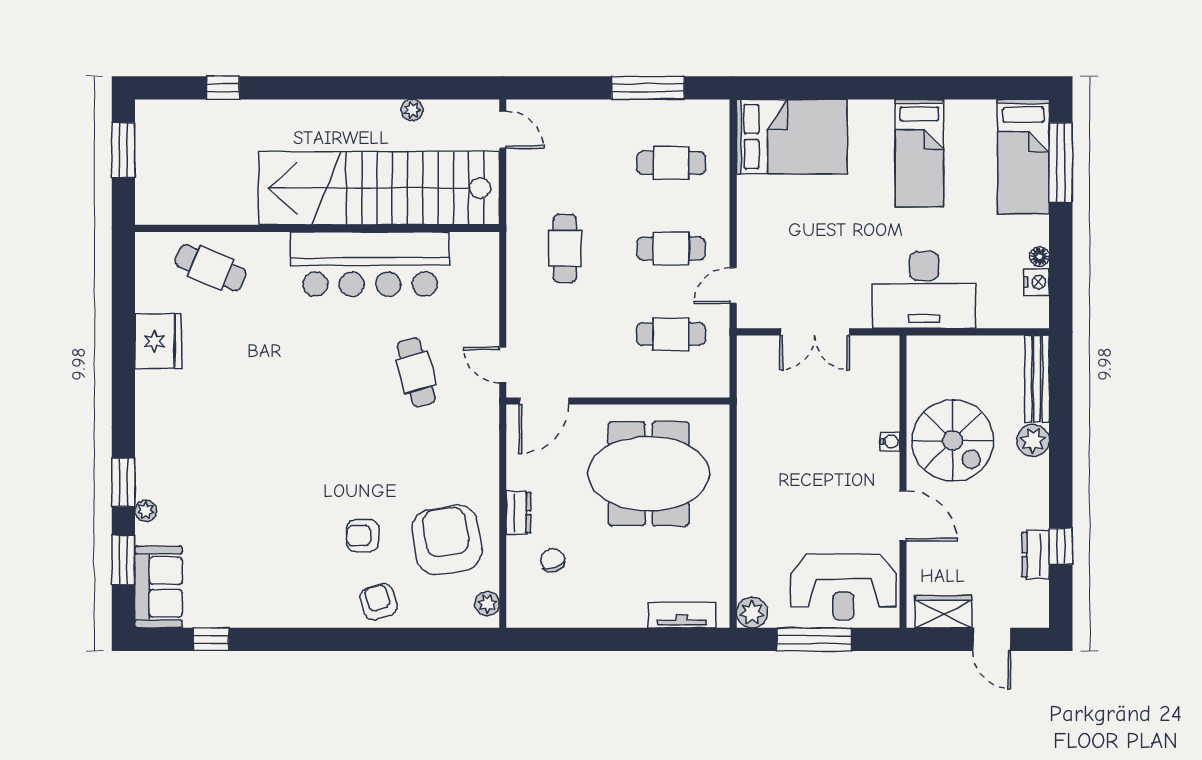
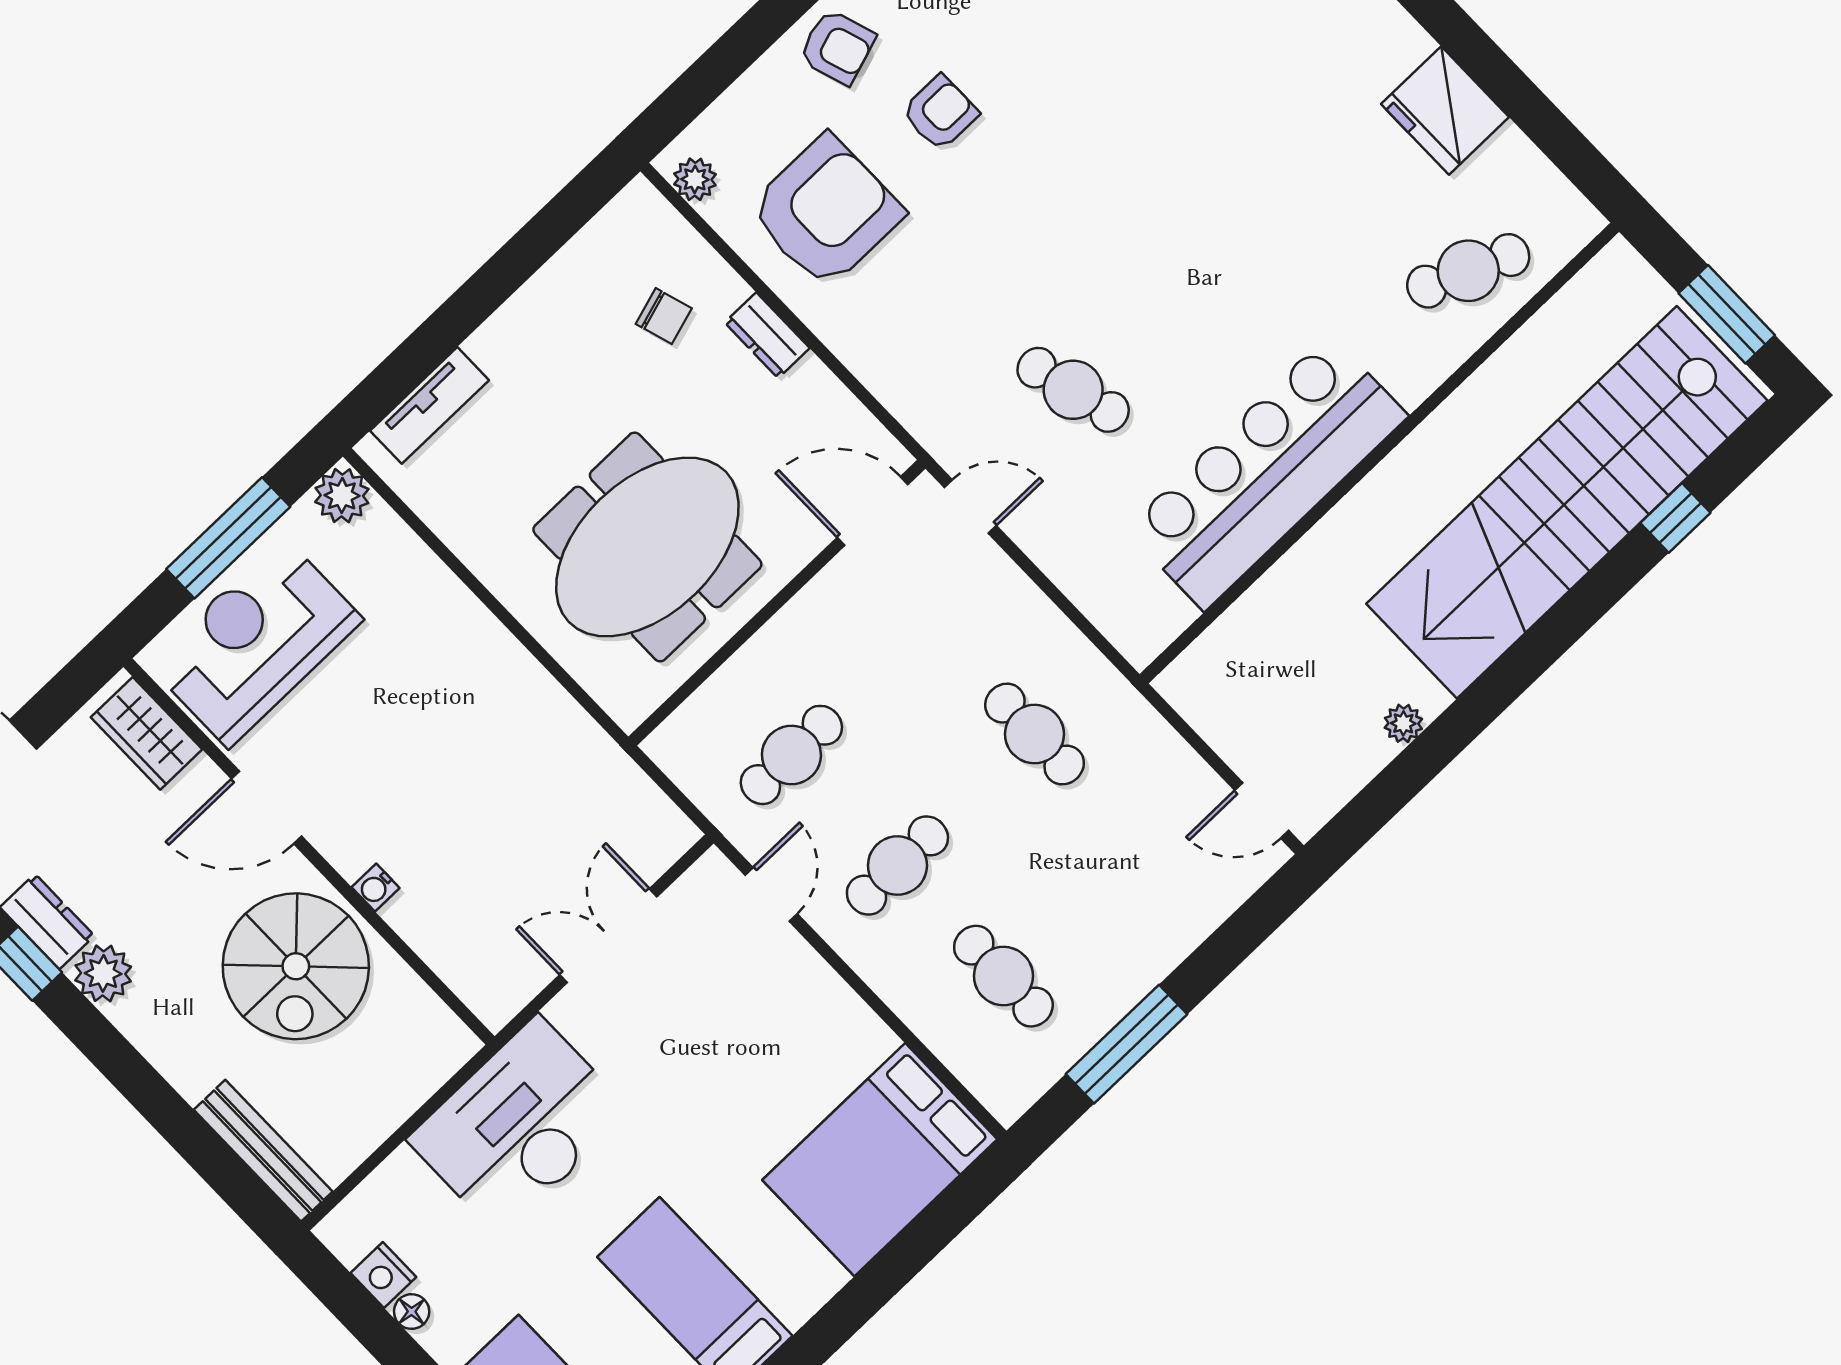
cafe table: (671, 163) -> (1003, 976), turned 90
stairs: (379, 188) -> (1567, 502), moved, turned 180
door: (544, 401) -> (873, 511), hinge flipped
spiral stairs: (953, 441) -> (296, 966), turned -90
plant: (1033, 441) -> (103, 973), moved
armchair: (447, 540) -> (826, 212), turned -81
wardrobe: (943, 612) -> (146, 733), moved, turned 90

